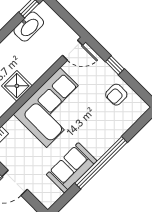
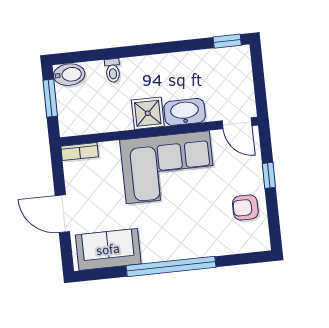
washbasin: (29, 27) -> (185, 112), moved, turned 180
sofa: (72, 168) -> (108, 249), moved

